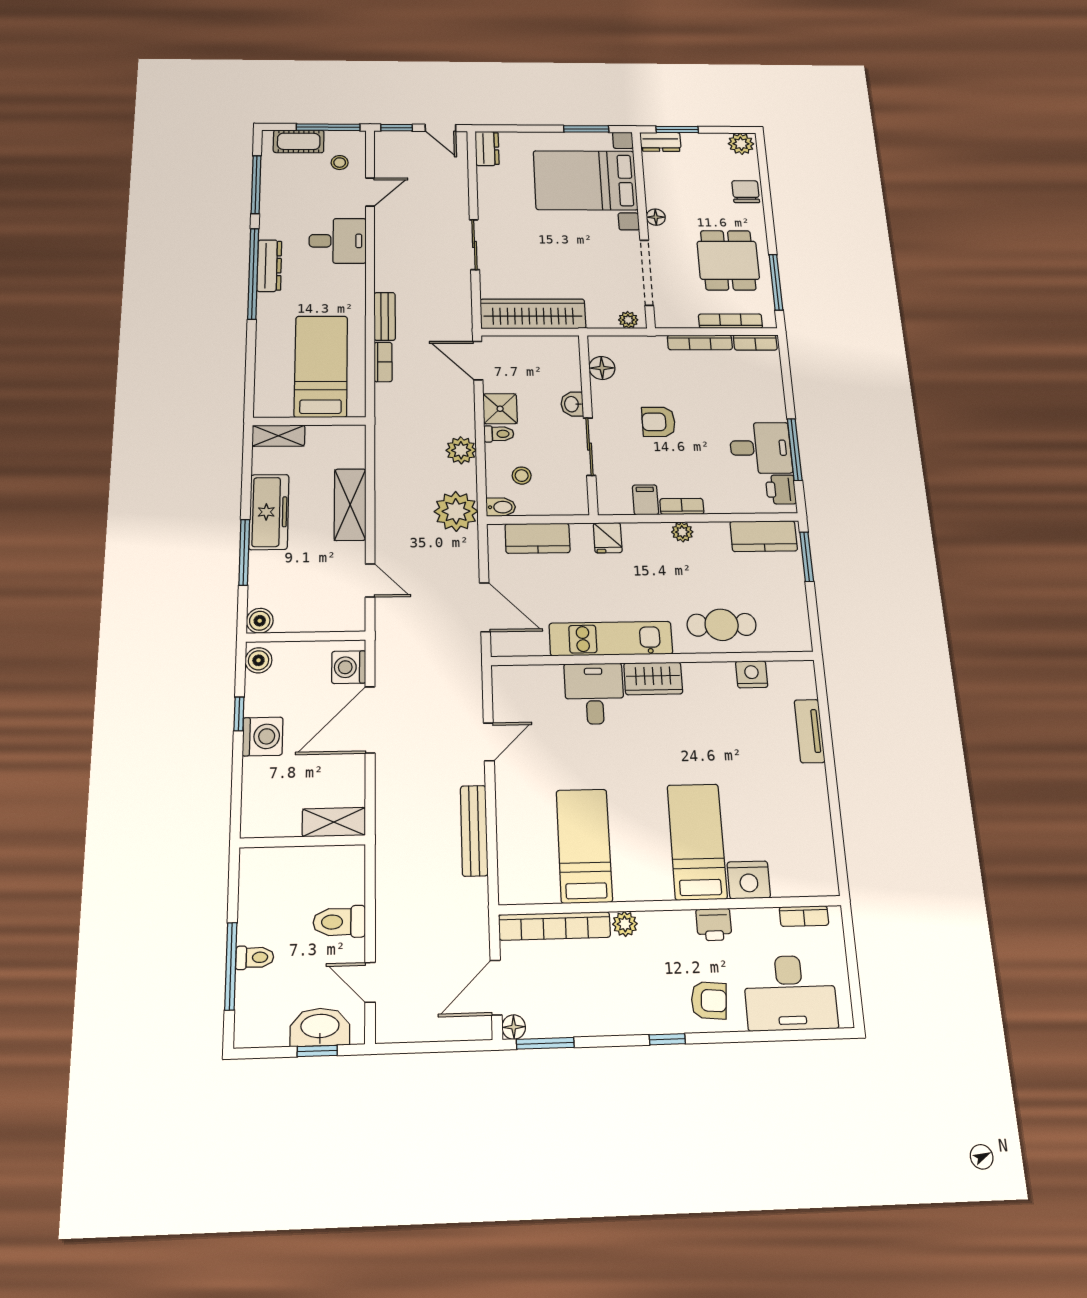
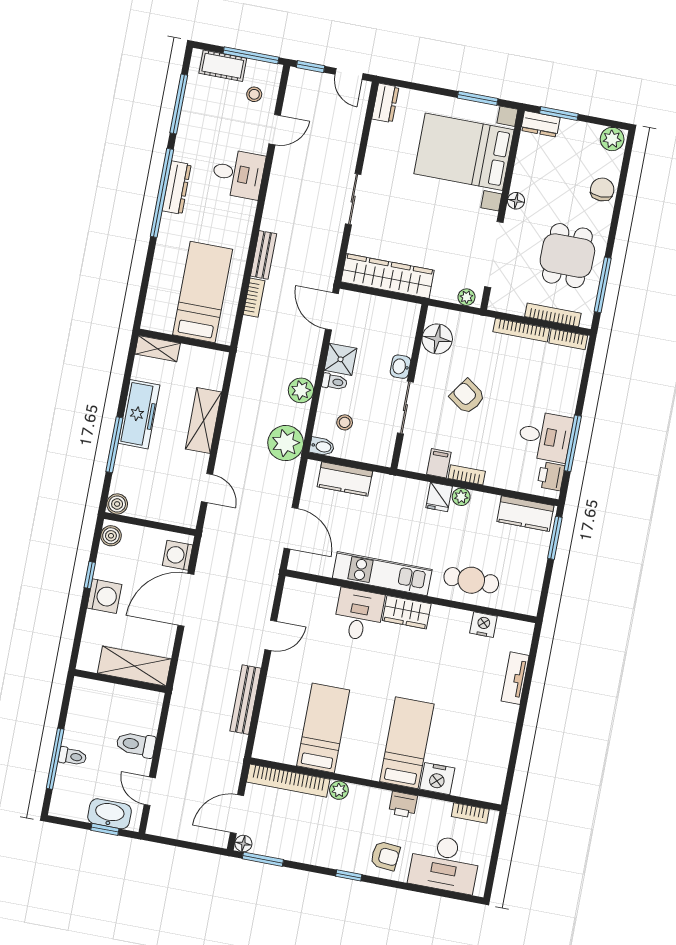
floor lamp: (602, 368) -> (437, 339), width x1.38, depth x1.38
armchair: (658, 422) -> (467, 397), turned 35
fridge: (608, 538) -> (439, 497), moved
shelving: (334, 822) -> (134, 666), width x1.50, depth x1.33

